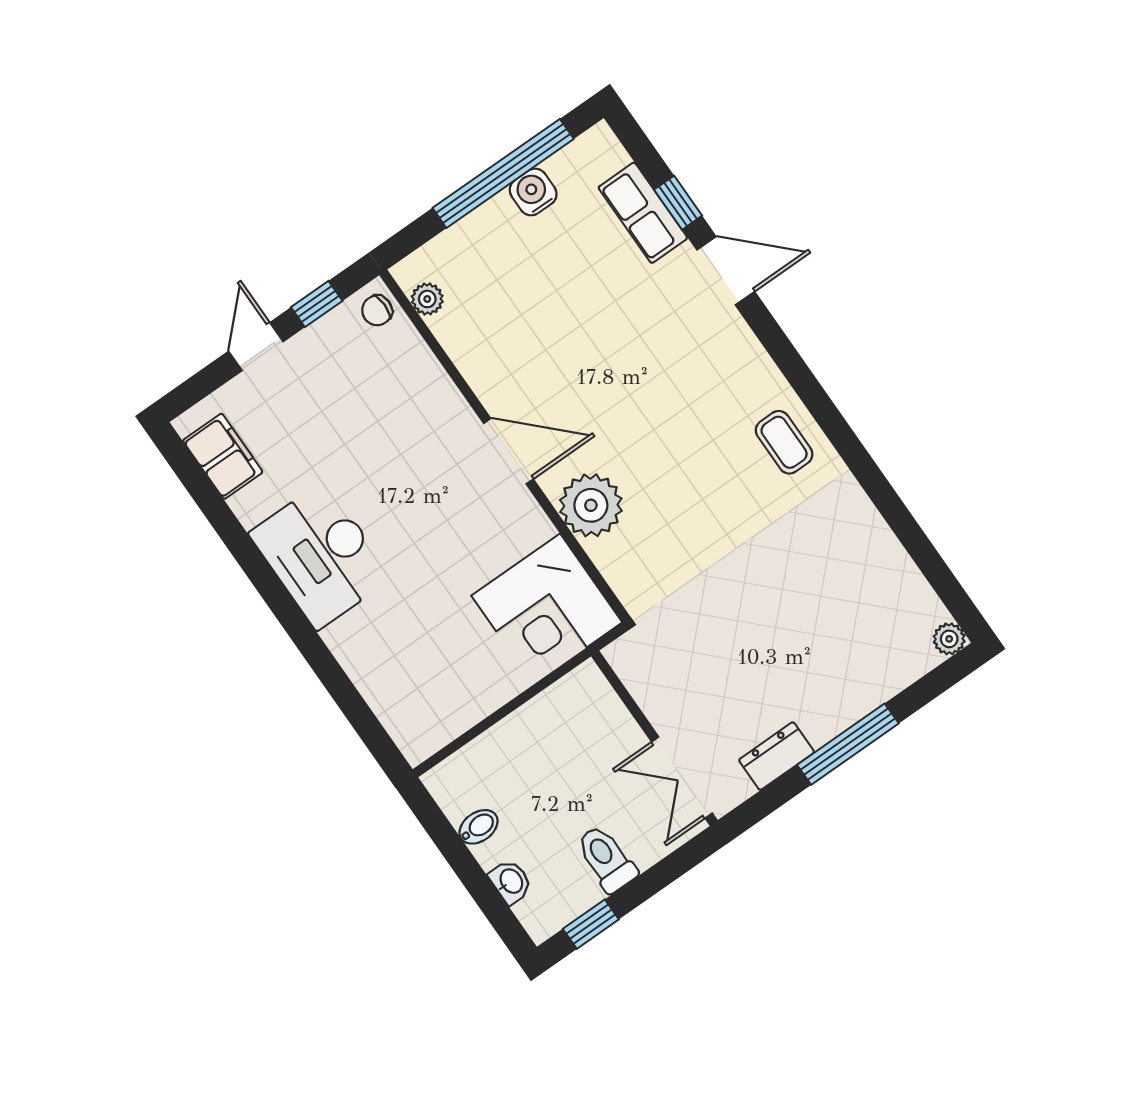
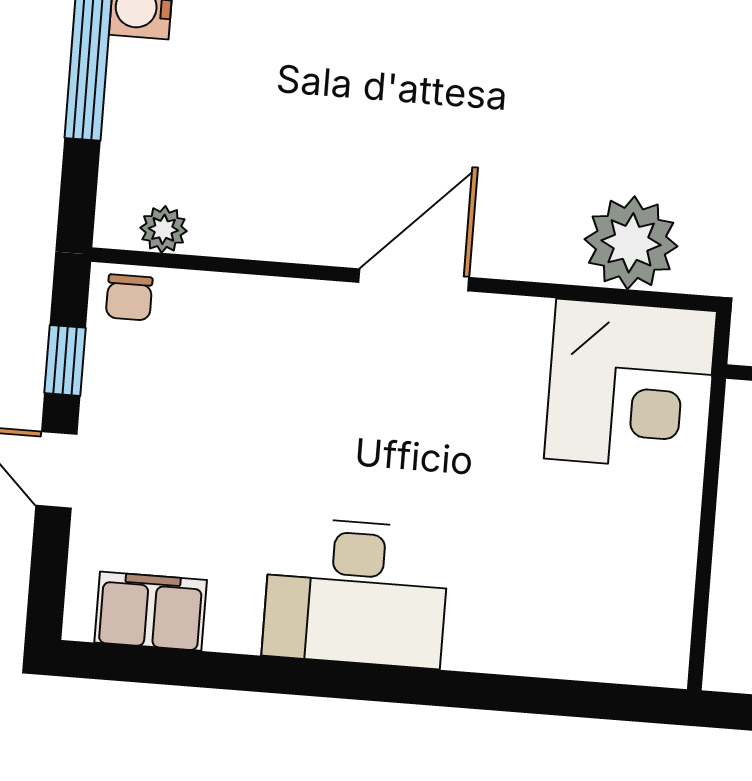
plant: (591, 505) -> (631, 243), moved

